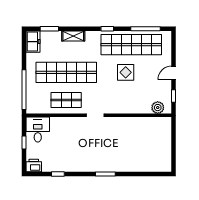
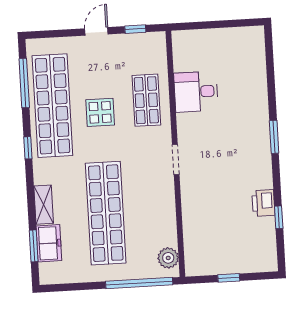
freezer: (33, 42) -> (49, 243), moved, turned 90
door: (173, 73) -> (96, 31), swing flipped
shop shelf: (66, 100) -> (146, 100), moved
plant: (158, 108) -> (168, 258), moved
desk: (38, 130) -> (196, 92), moved
printer: (34, 165) -> (263, 203), moved

